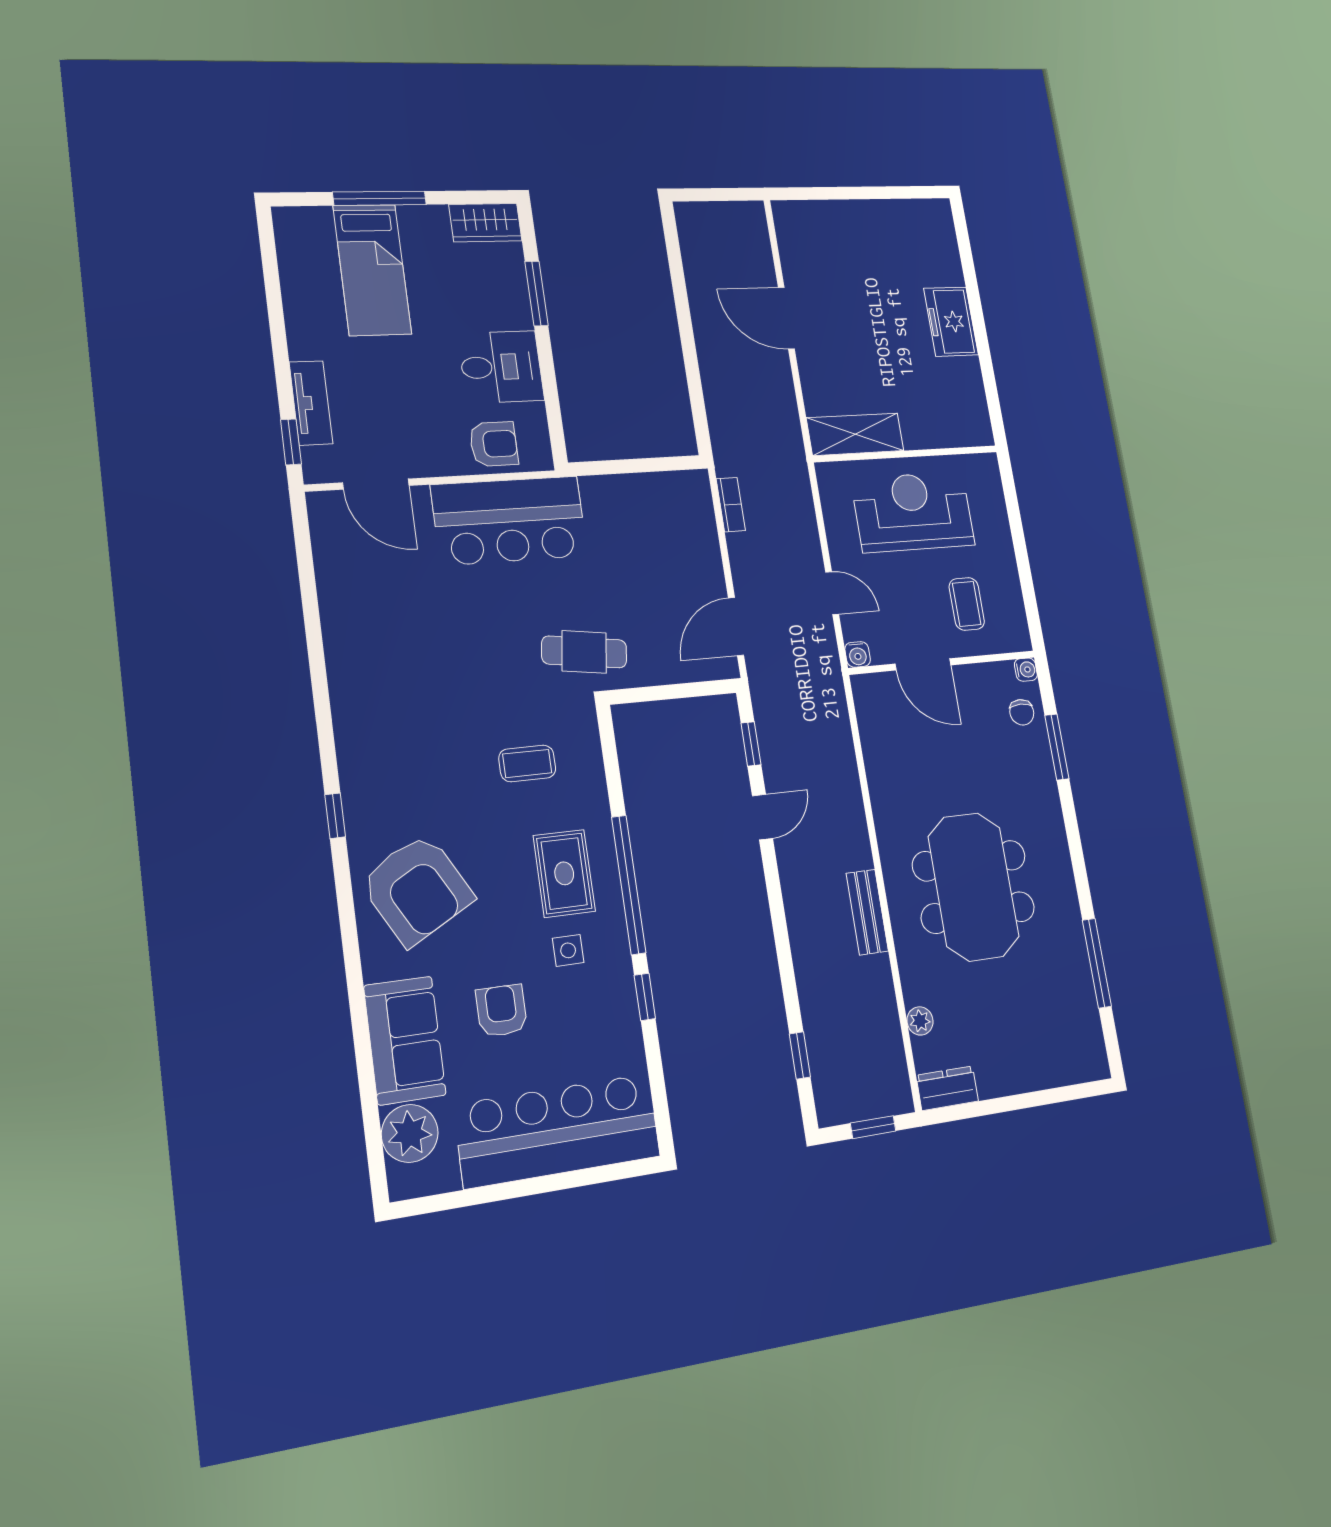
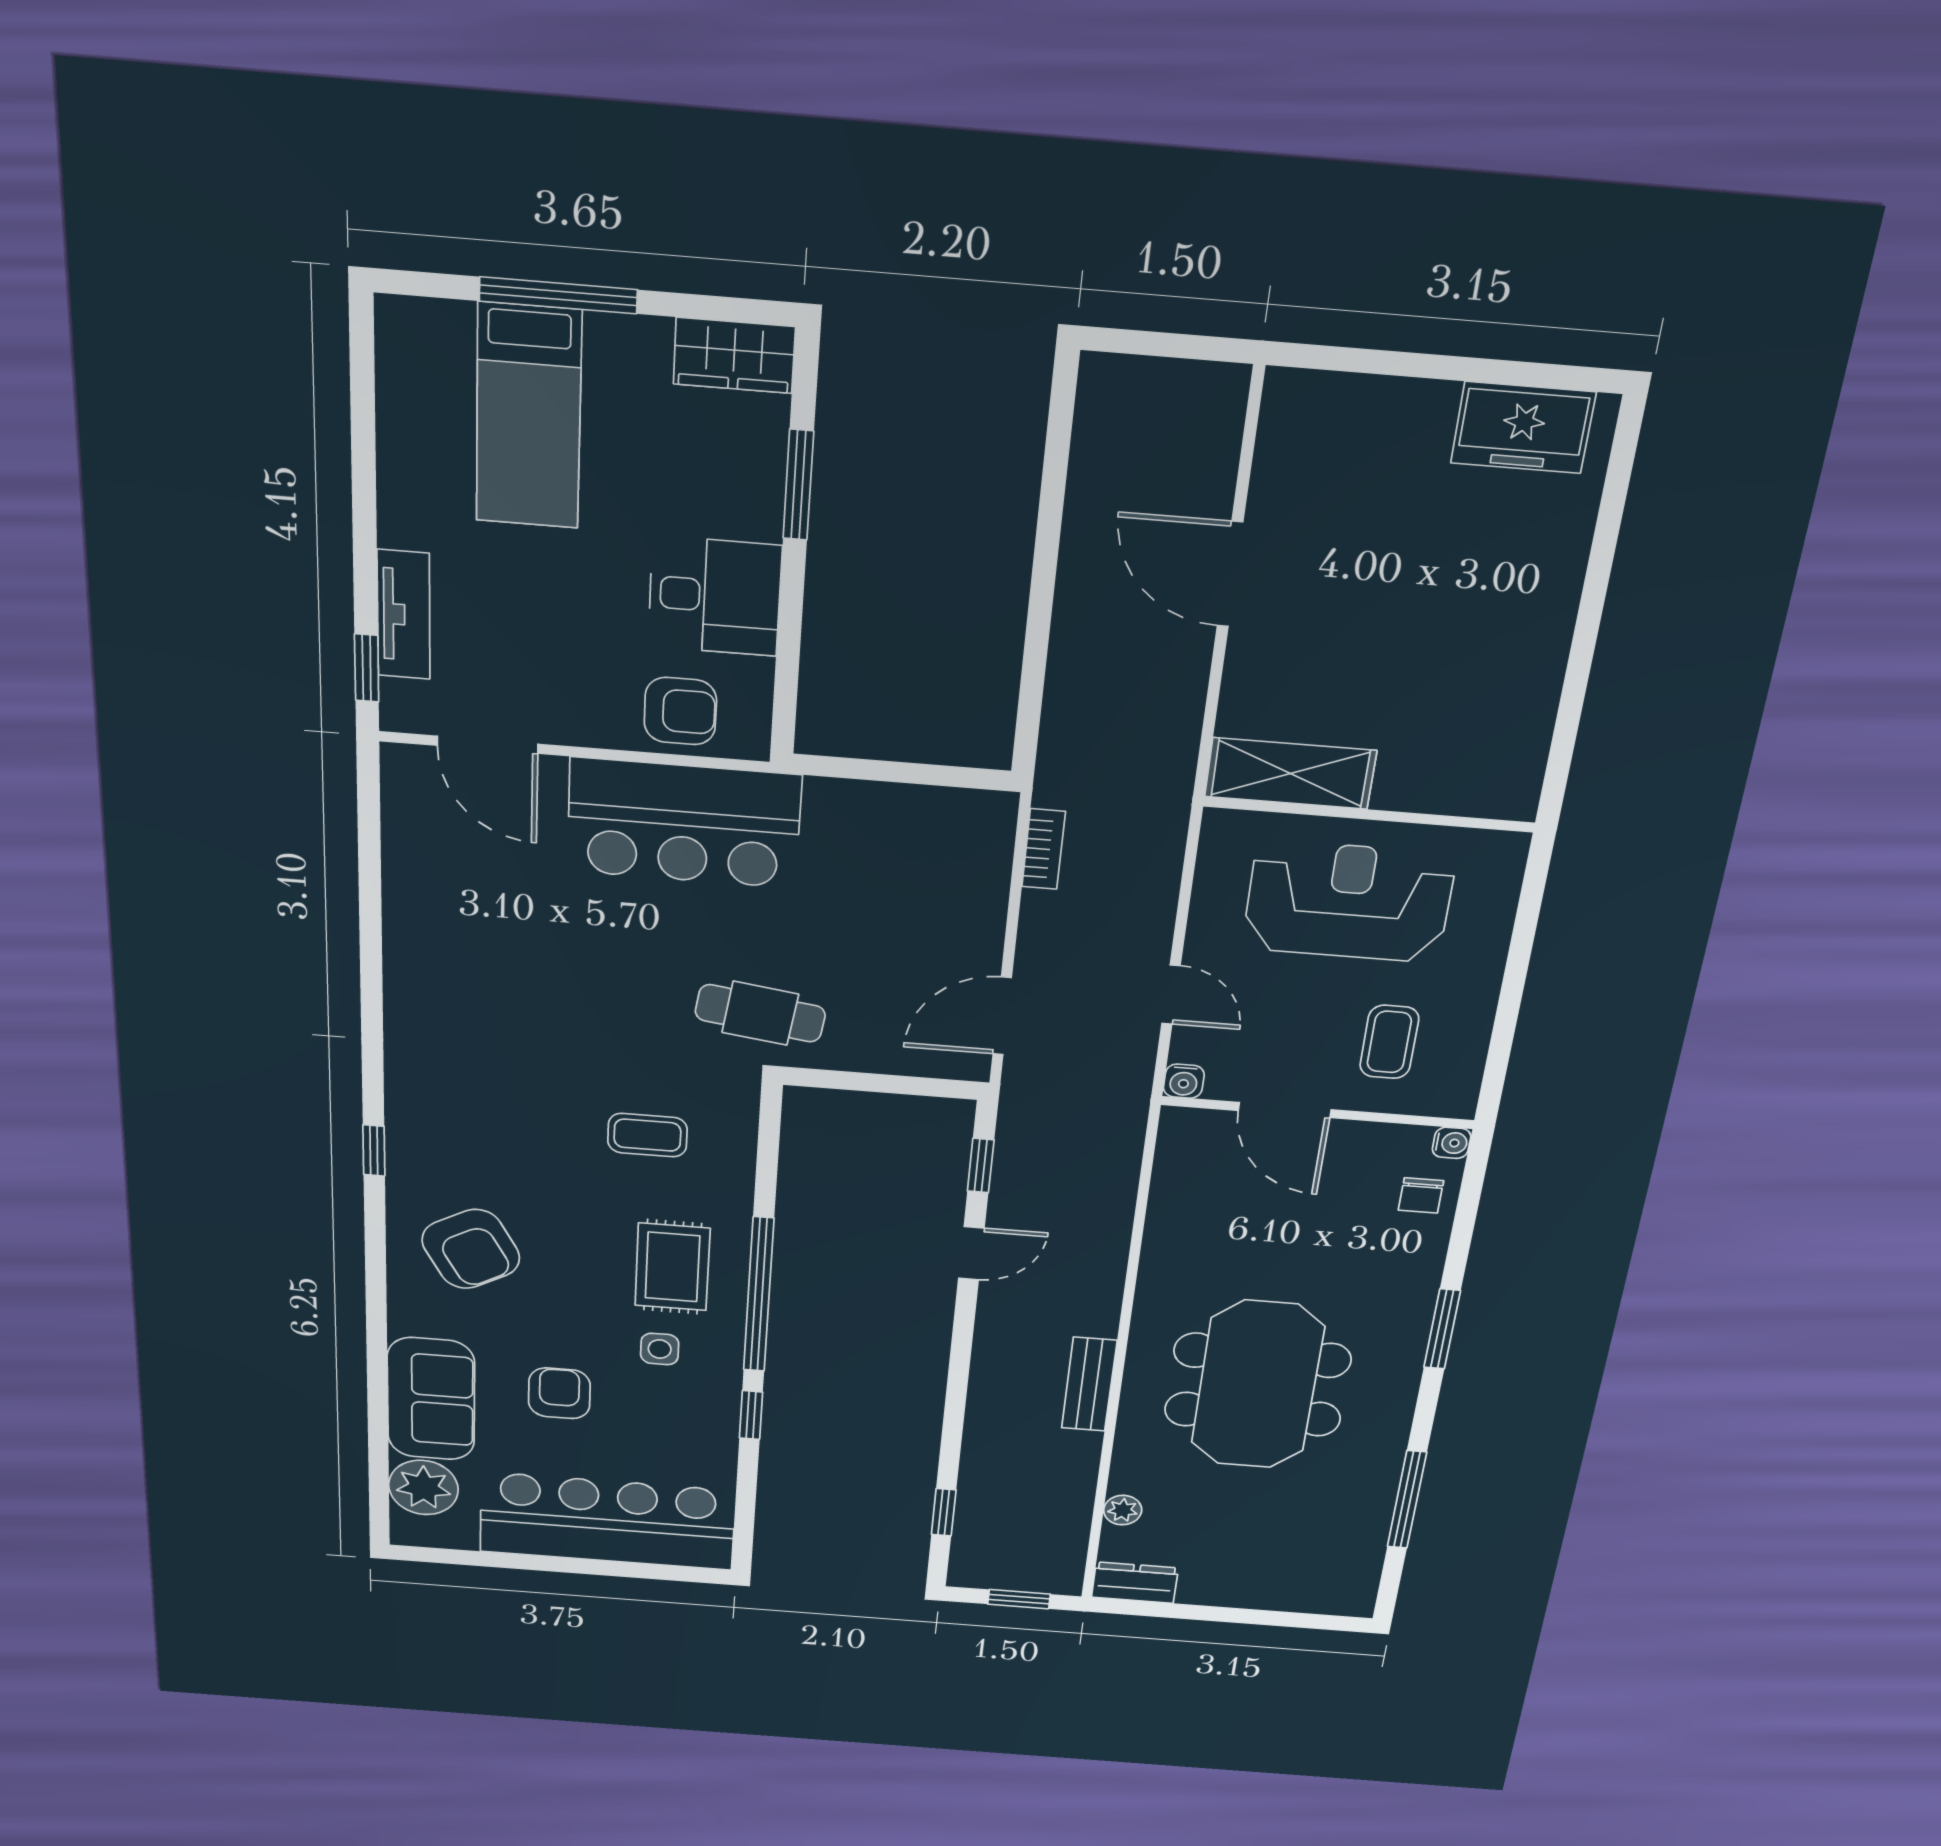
freezer: (951, 322) -> (1523, 428), moved, turned -90
window: (1057, 747) -> (1442, 1329), moved
armchair: (417, 889) -> (471, 1249), width x0.73, depth x0.73

